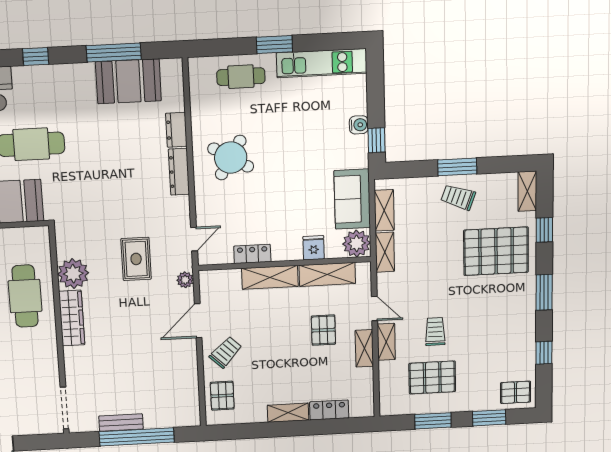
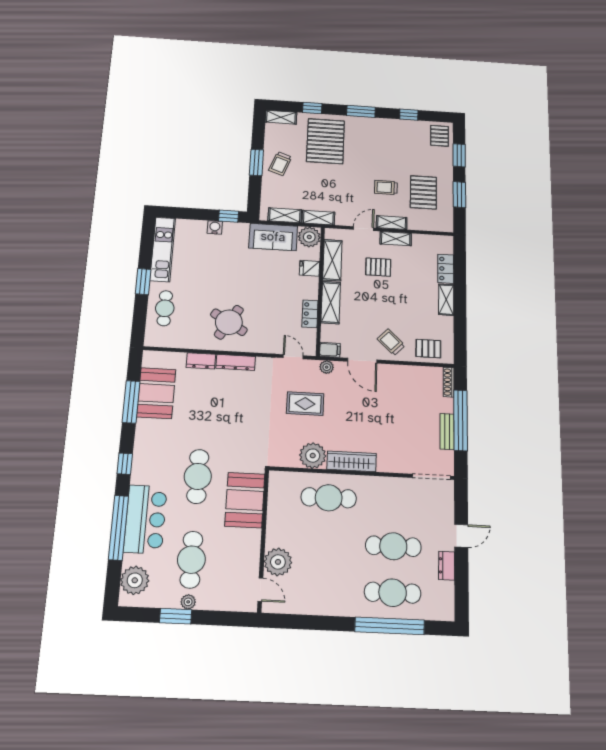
filing cabinet: (208, 282) -> (330, 350), added
shoe rack: (182, 421) -> (449, 382), added

